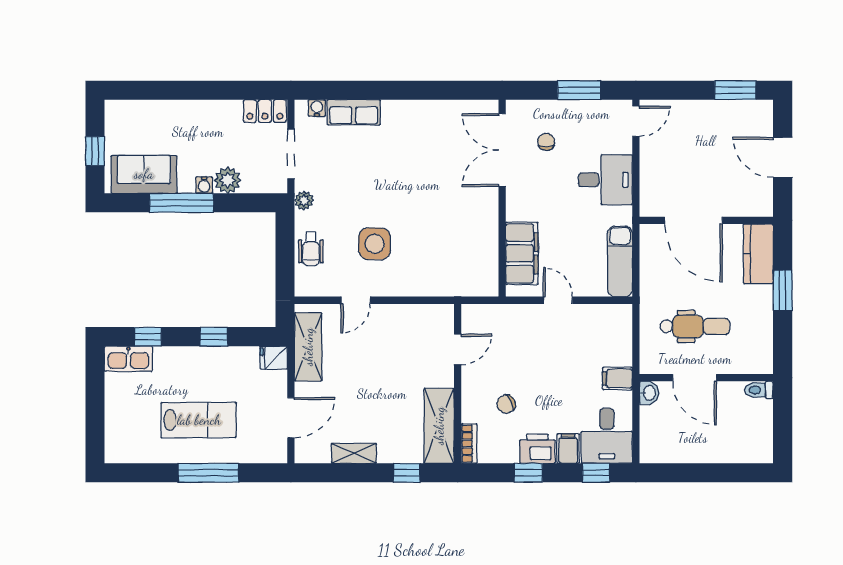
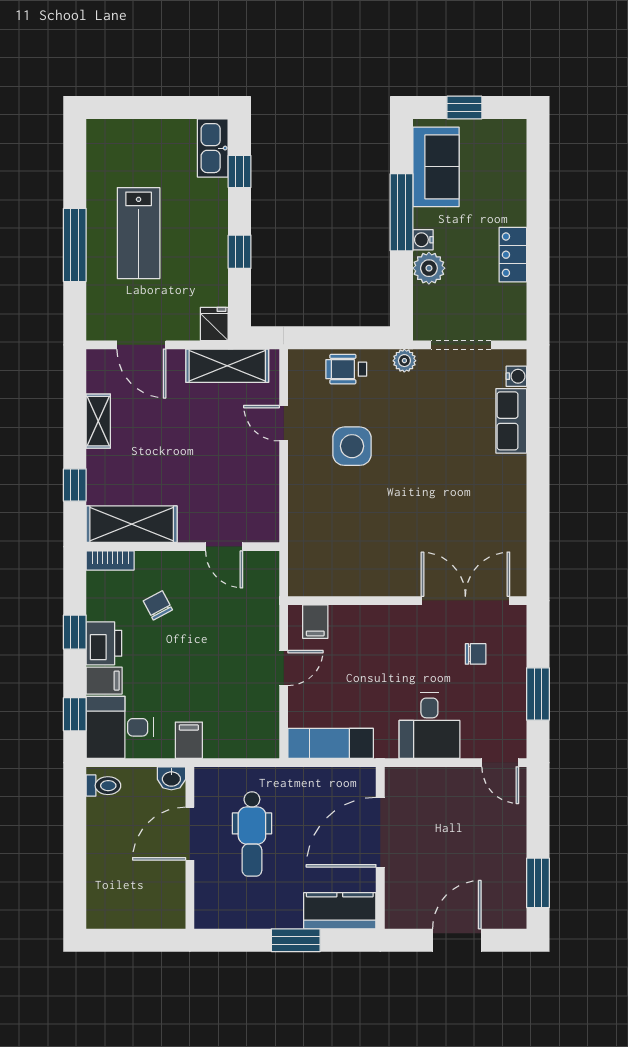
locker: (265, 111) -> (513, 255), moved
filing cabinet: (522, 253) -> (315, 622), width x0.33, depth x0.86
toilet: (759, 390) -> (103, 786), moved, turned 90

